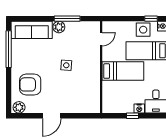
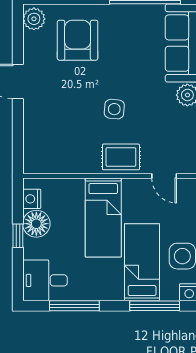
rug: (91, 62) -> (121, 157), added
floor lamp: (126, 106) -> (36, 224), added
nightstand: (139, 108) -> (32, 199), moved

